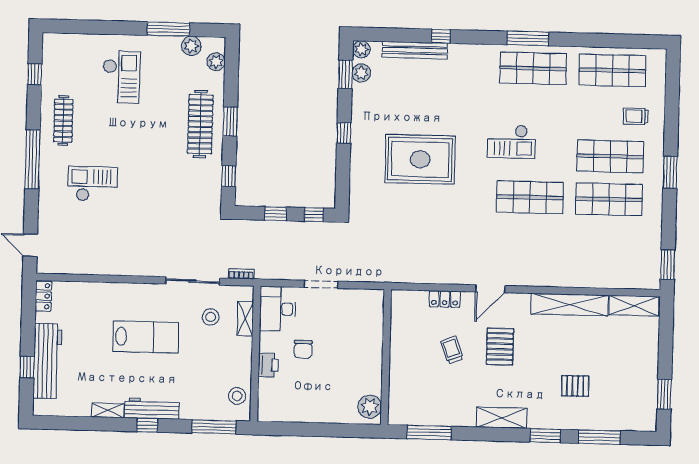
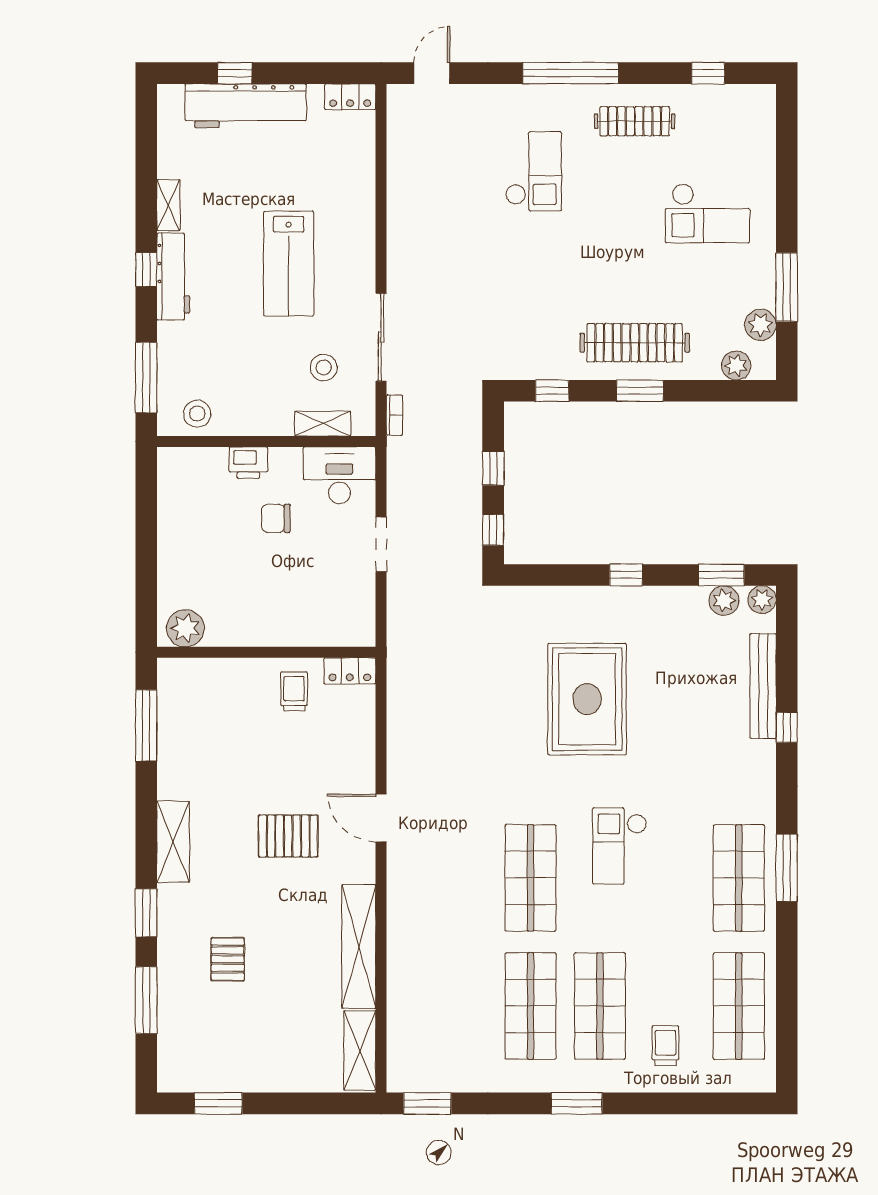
locker: (445, 299) -> (350, 671), moved, turned -90
trolley: (452, 350) -> (294, 692), moved, turned -70

